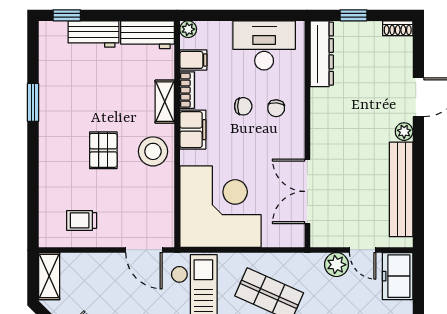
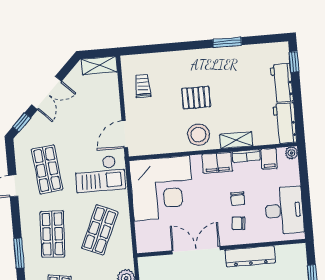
dresser: (322, 54) -> (250, 256), moved
double door: (307, 191) -> (196, 250), moved

